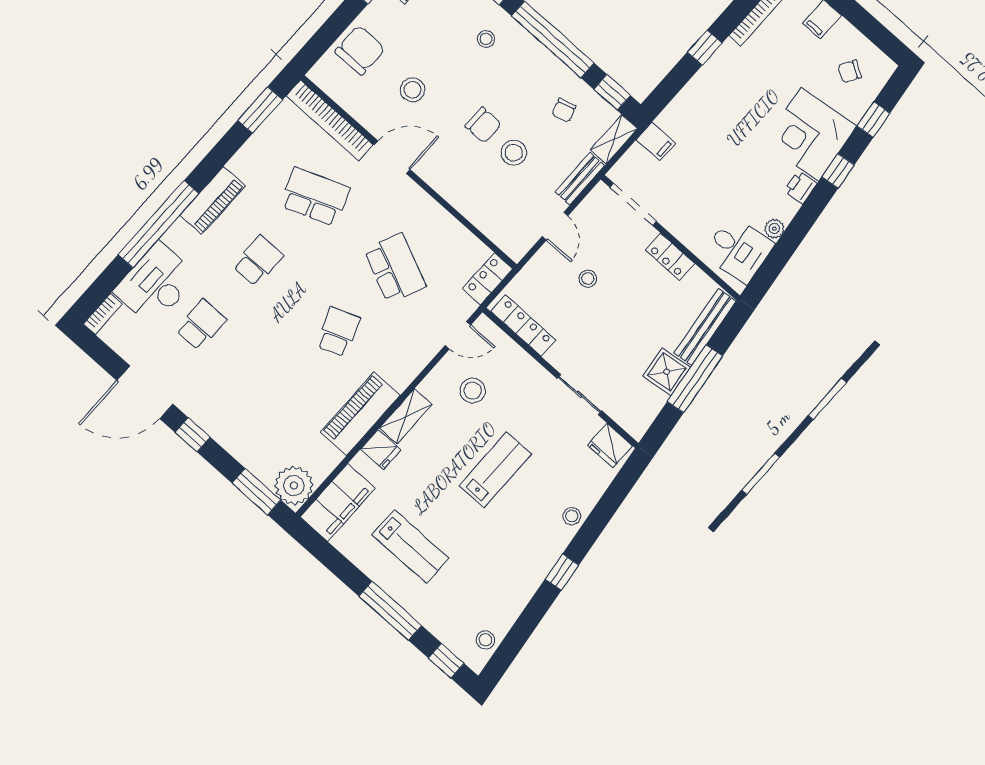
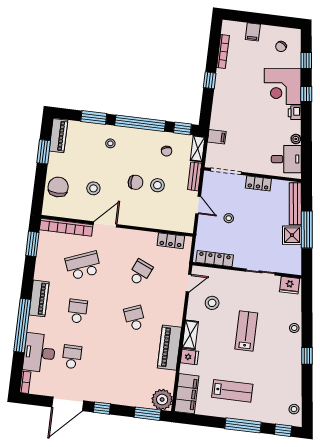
school desk: (395, 268) -> (140, 272), width x0.54
locker: (488, 279) -> (171, 241), moved, turned -90

